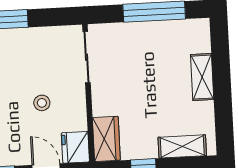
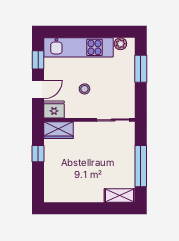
shelving: (202, 77) -> (120, 195), moved
shelving: (182, 146) -> (51, 180), removed

